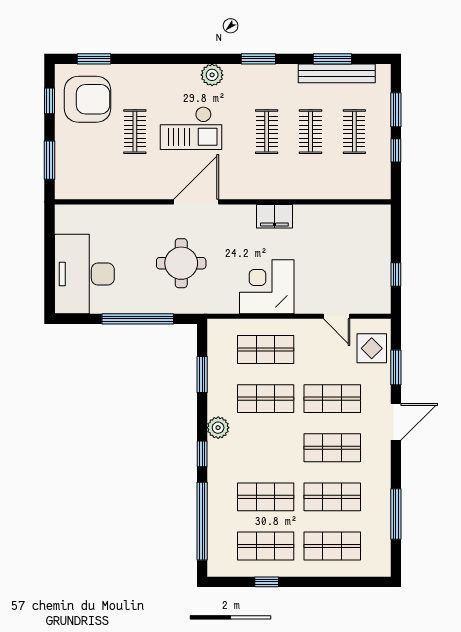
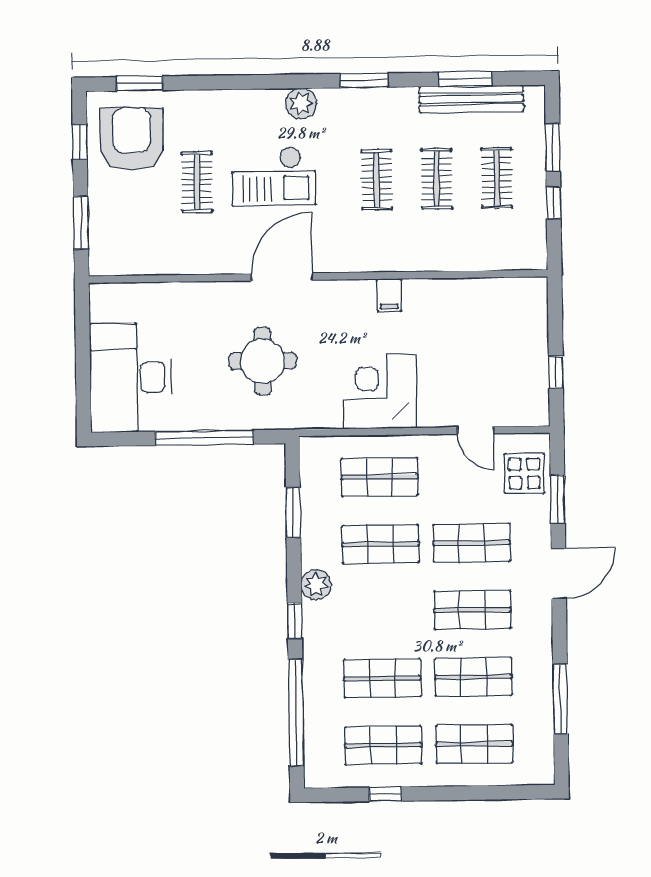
armchair: (87, 99) -> (132, 139), turned -90
filing cabinet: (274, 216) -> (389, 295), width x0.50

